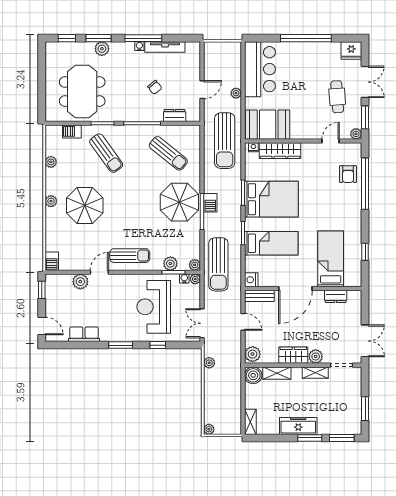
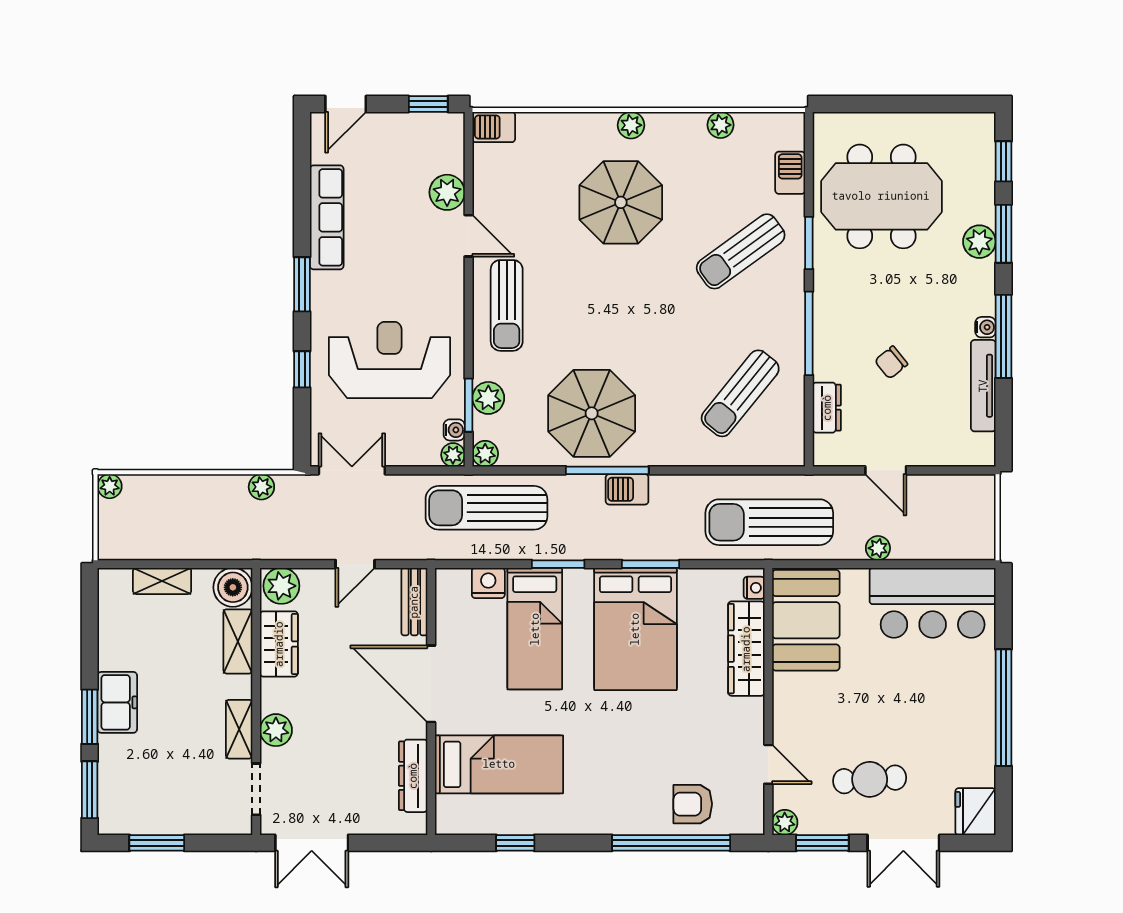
parasol: (179, 202) -> (592, 413), moved
nightstand: (251, 280) -> (488, 583), moved
dresser: (336, 296) -> (413, 776), width x1.44
row of seats: (84, 334) -> (327, 217), width x1.48
wardrobe: (293, 355) -> (279, 644), moved
shelving: (250, 422) -> (162, 581), moved
freezer: (298, 426) -> (117, 702), width x0.71

